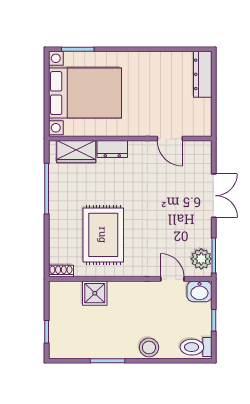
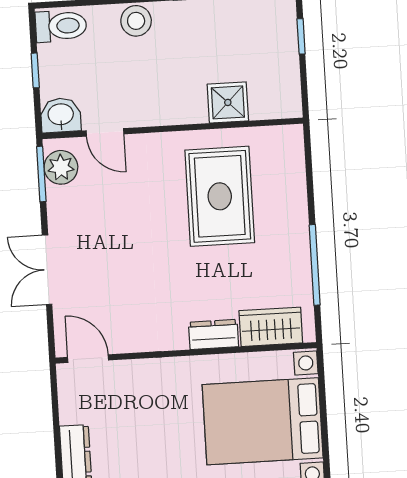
door: (170, 139) -> (88, 359), moved
shoe rack: (61, 271) -> (284, 134), removed

